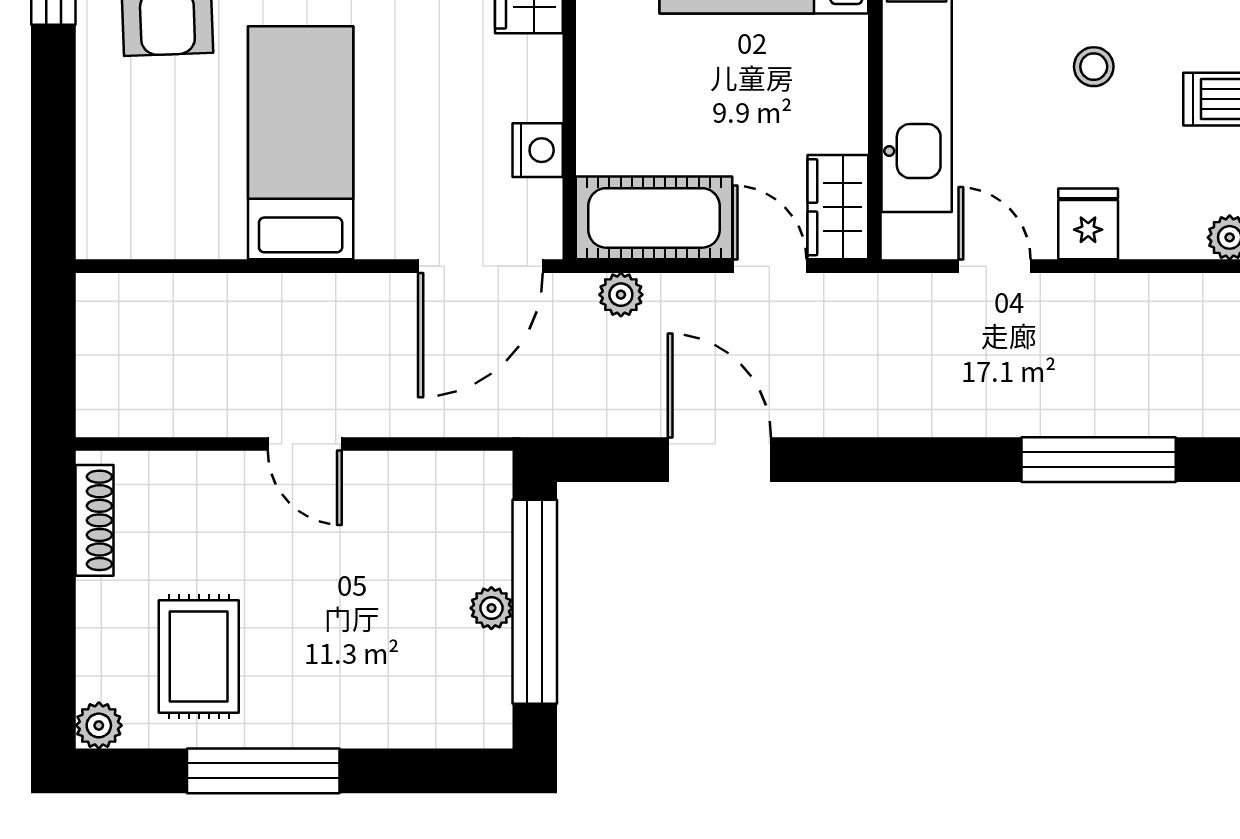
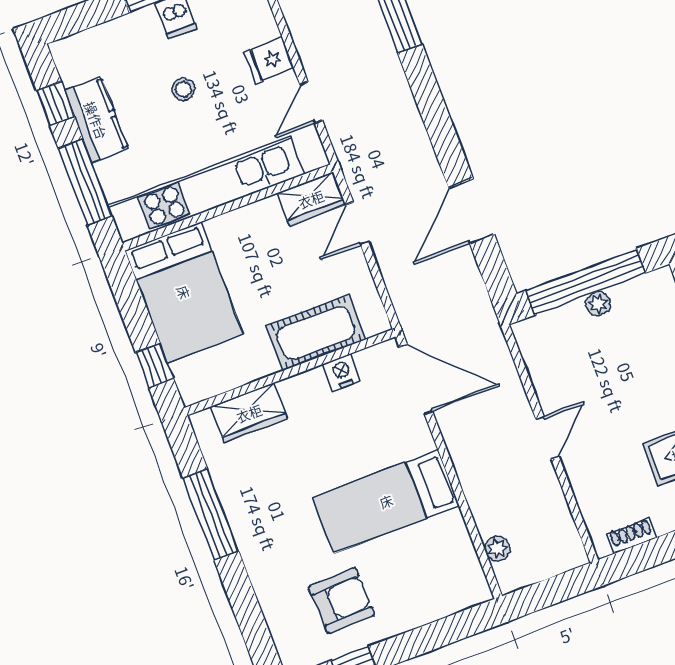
cot: (654, 218) -> (316, 333), moved, turned 90
plant: (621, 295) -> (497, 549), moved
shoe rack: (95, 520) -> (632, 536), width x0.70

